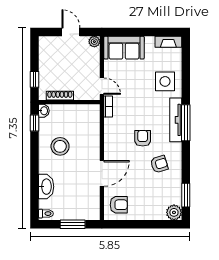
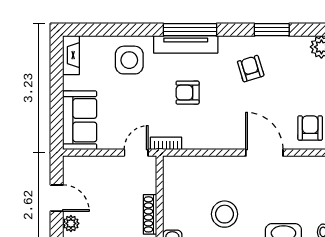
door: (71, 32) -> (57, 198), swing flipped
plant: (94, 42) -> (71, 223), moved
armchair: (143, 138) -> (188, 93), moved
window: (186, 195) -> (272, 30), moved

